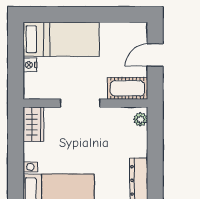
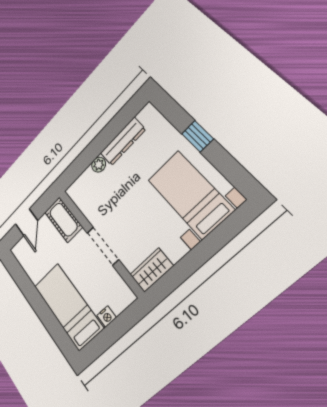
door: (155, 55) -> (26, 222), hinge flipped
plant: (140, 119) -> (99, 165), moved

